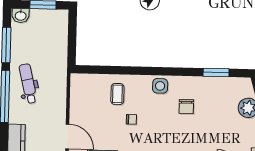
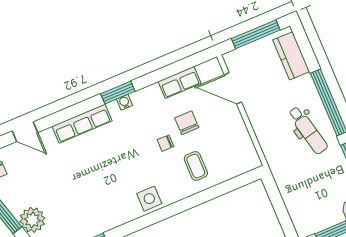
chair: (186, 107) -> (187, 123), moved

